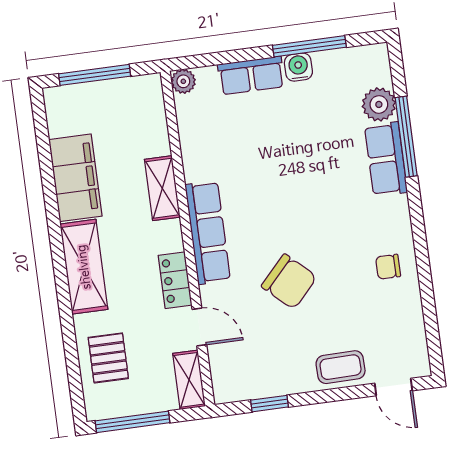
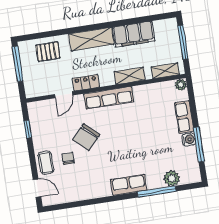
row of seats: (386, 159) -> (129, 185), moved
chair: (388, 267) -> (68, 158), moved
shelving: (189, 380) -> (165, 71), moved
door: (393, 387) -> (37, 188), swing flipped

